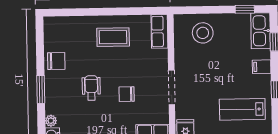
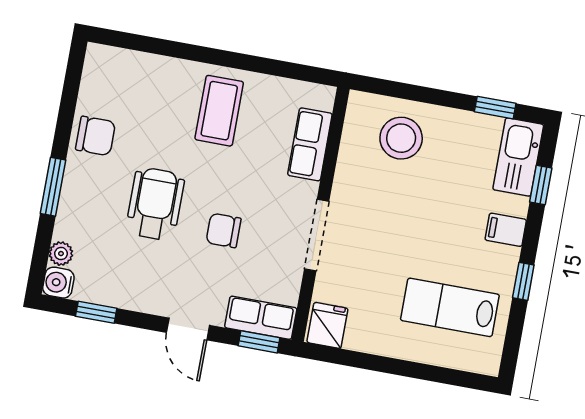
row of seats: (159, 31) -> (310, 144), moved
coffee table: (113, 37) -> (219, 111), turned 90
wheelchair: (91, 88) -> (155, 204), width x1.36, depth x1.37

